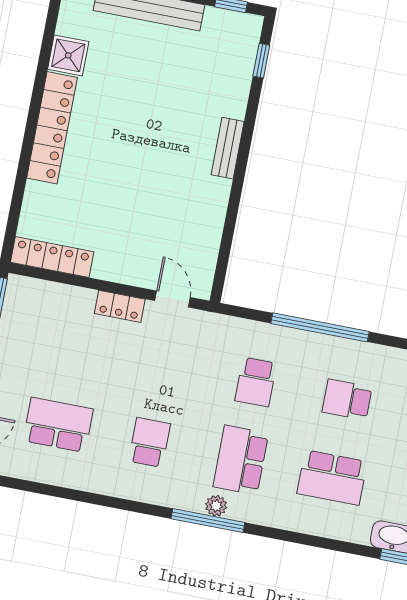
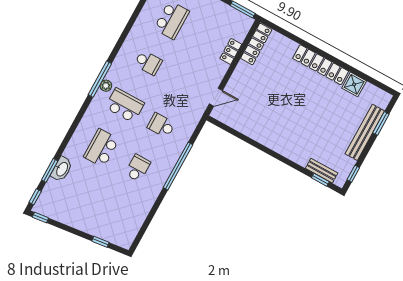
bench: (228, 148) -> (322, 171), moved
locker: (120, 306) -> (231, 51), moved

